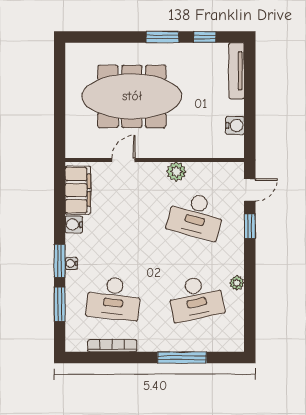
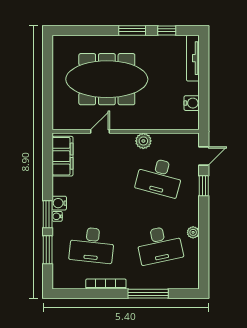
water cooler: (74, 224) -> (59, 203), moved
bookcase: (112, 346) -> (106, 284), moved

